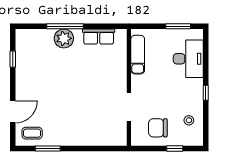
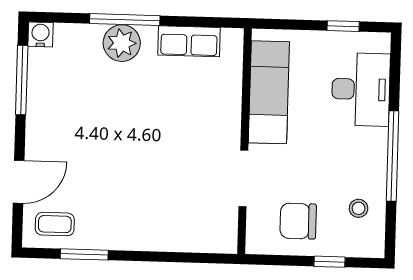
window: (178, 26) -> (343, 26), width x0.67
water cooler: (22, 35) -> (40, 35), added
exam couch: (138, 55) -> (269, 92), width x1.36, depth x1.45
window: (13, 59) -> (22, 80), width x2.17
window: (206, 93) -> (393, 156), width x3.17

